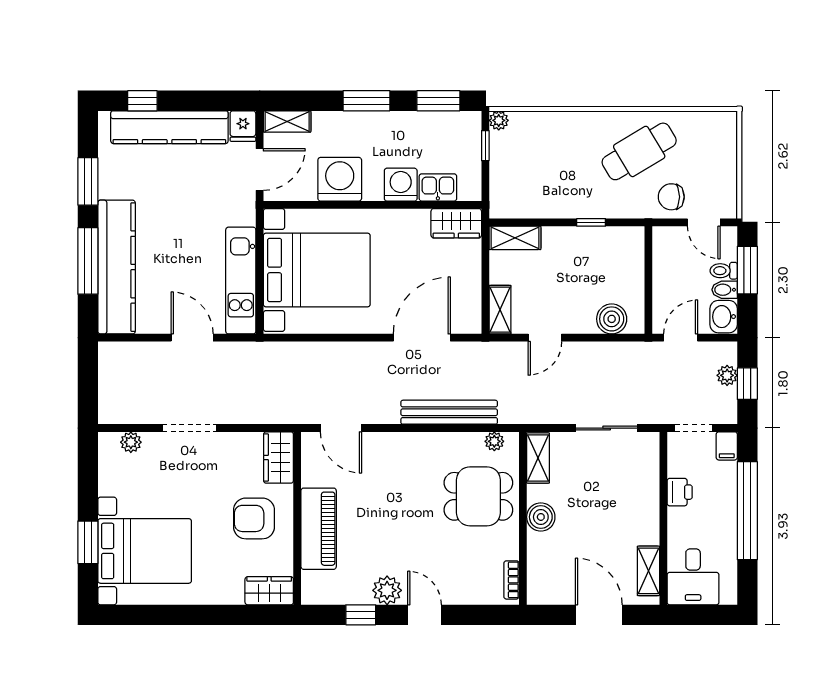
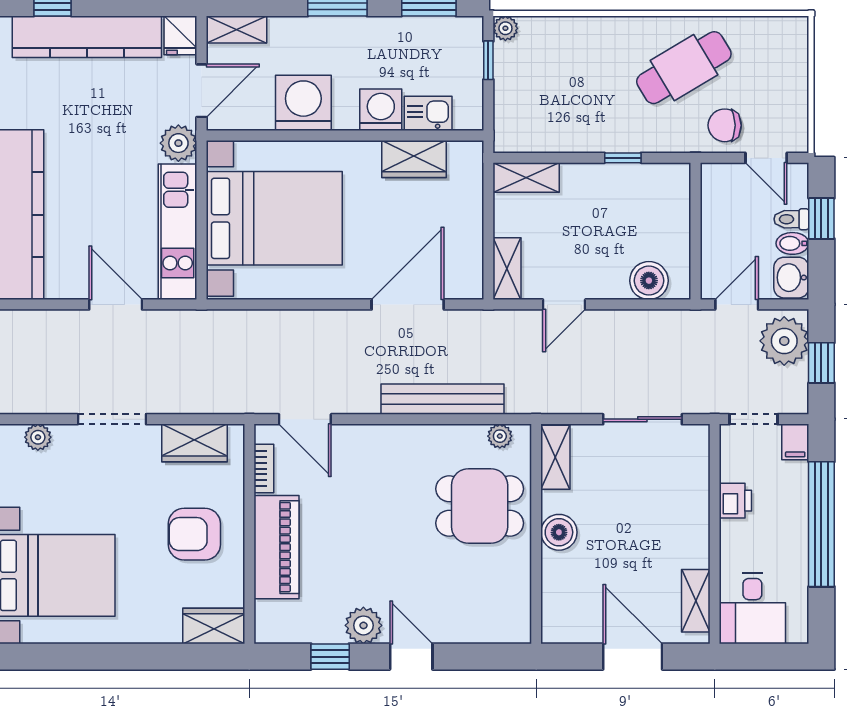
plant: (241, 211) -> (178, 143), added
wardrobe: (456, 223) -> (414, 159), moved
window: (747, 270) -> (821, 219), width x0.67
plant: (727, 375) -> (784, 341), width x1.87, depth x1.87
wardrobe: (279, 457) -> (195, 443), moved, turned -90
bookcase: (511, 580) -> (264, 469), moved, turned 180

